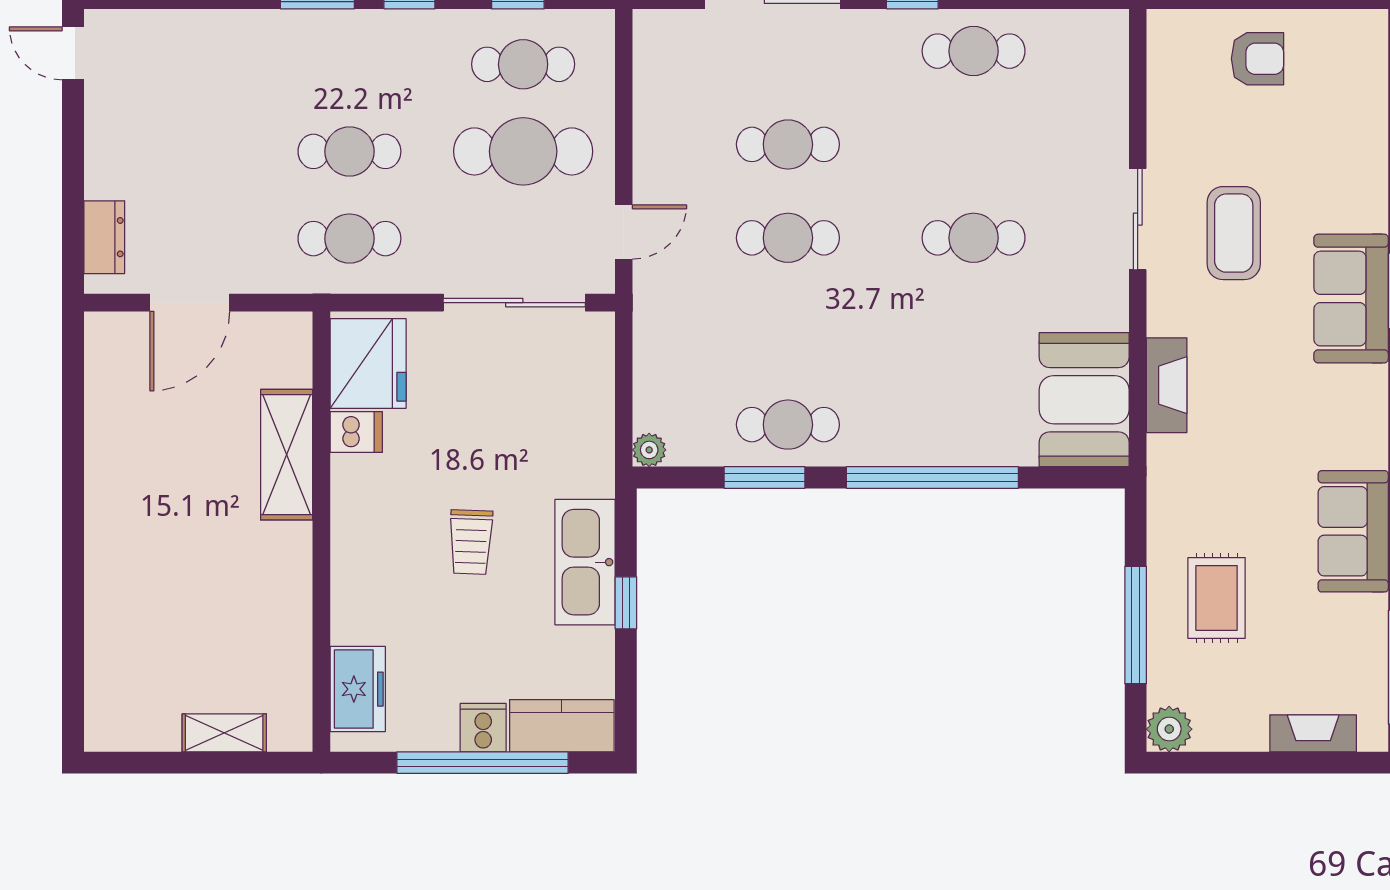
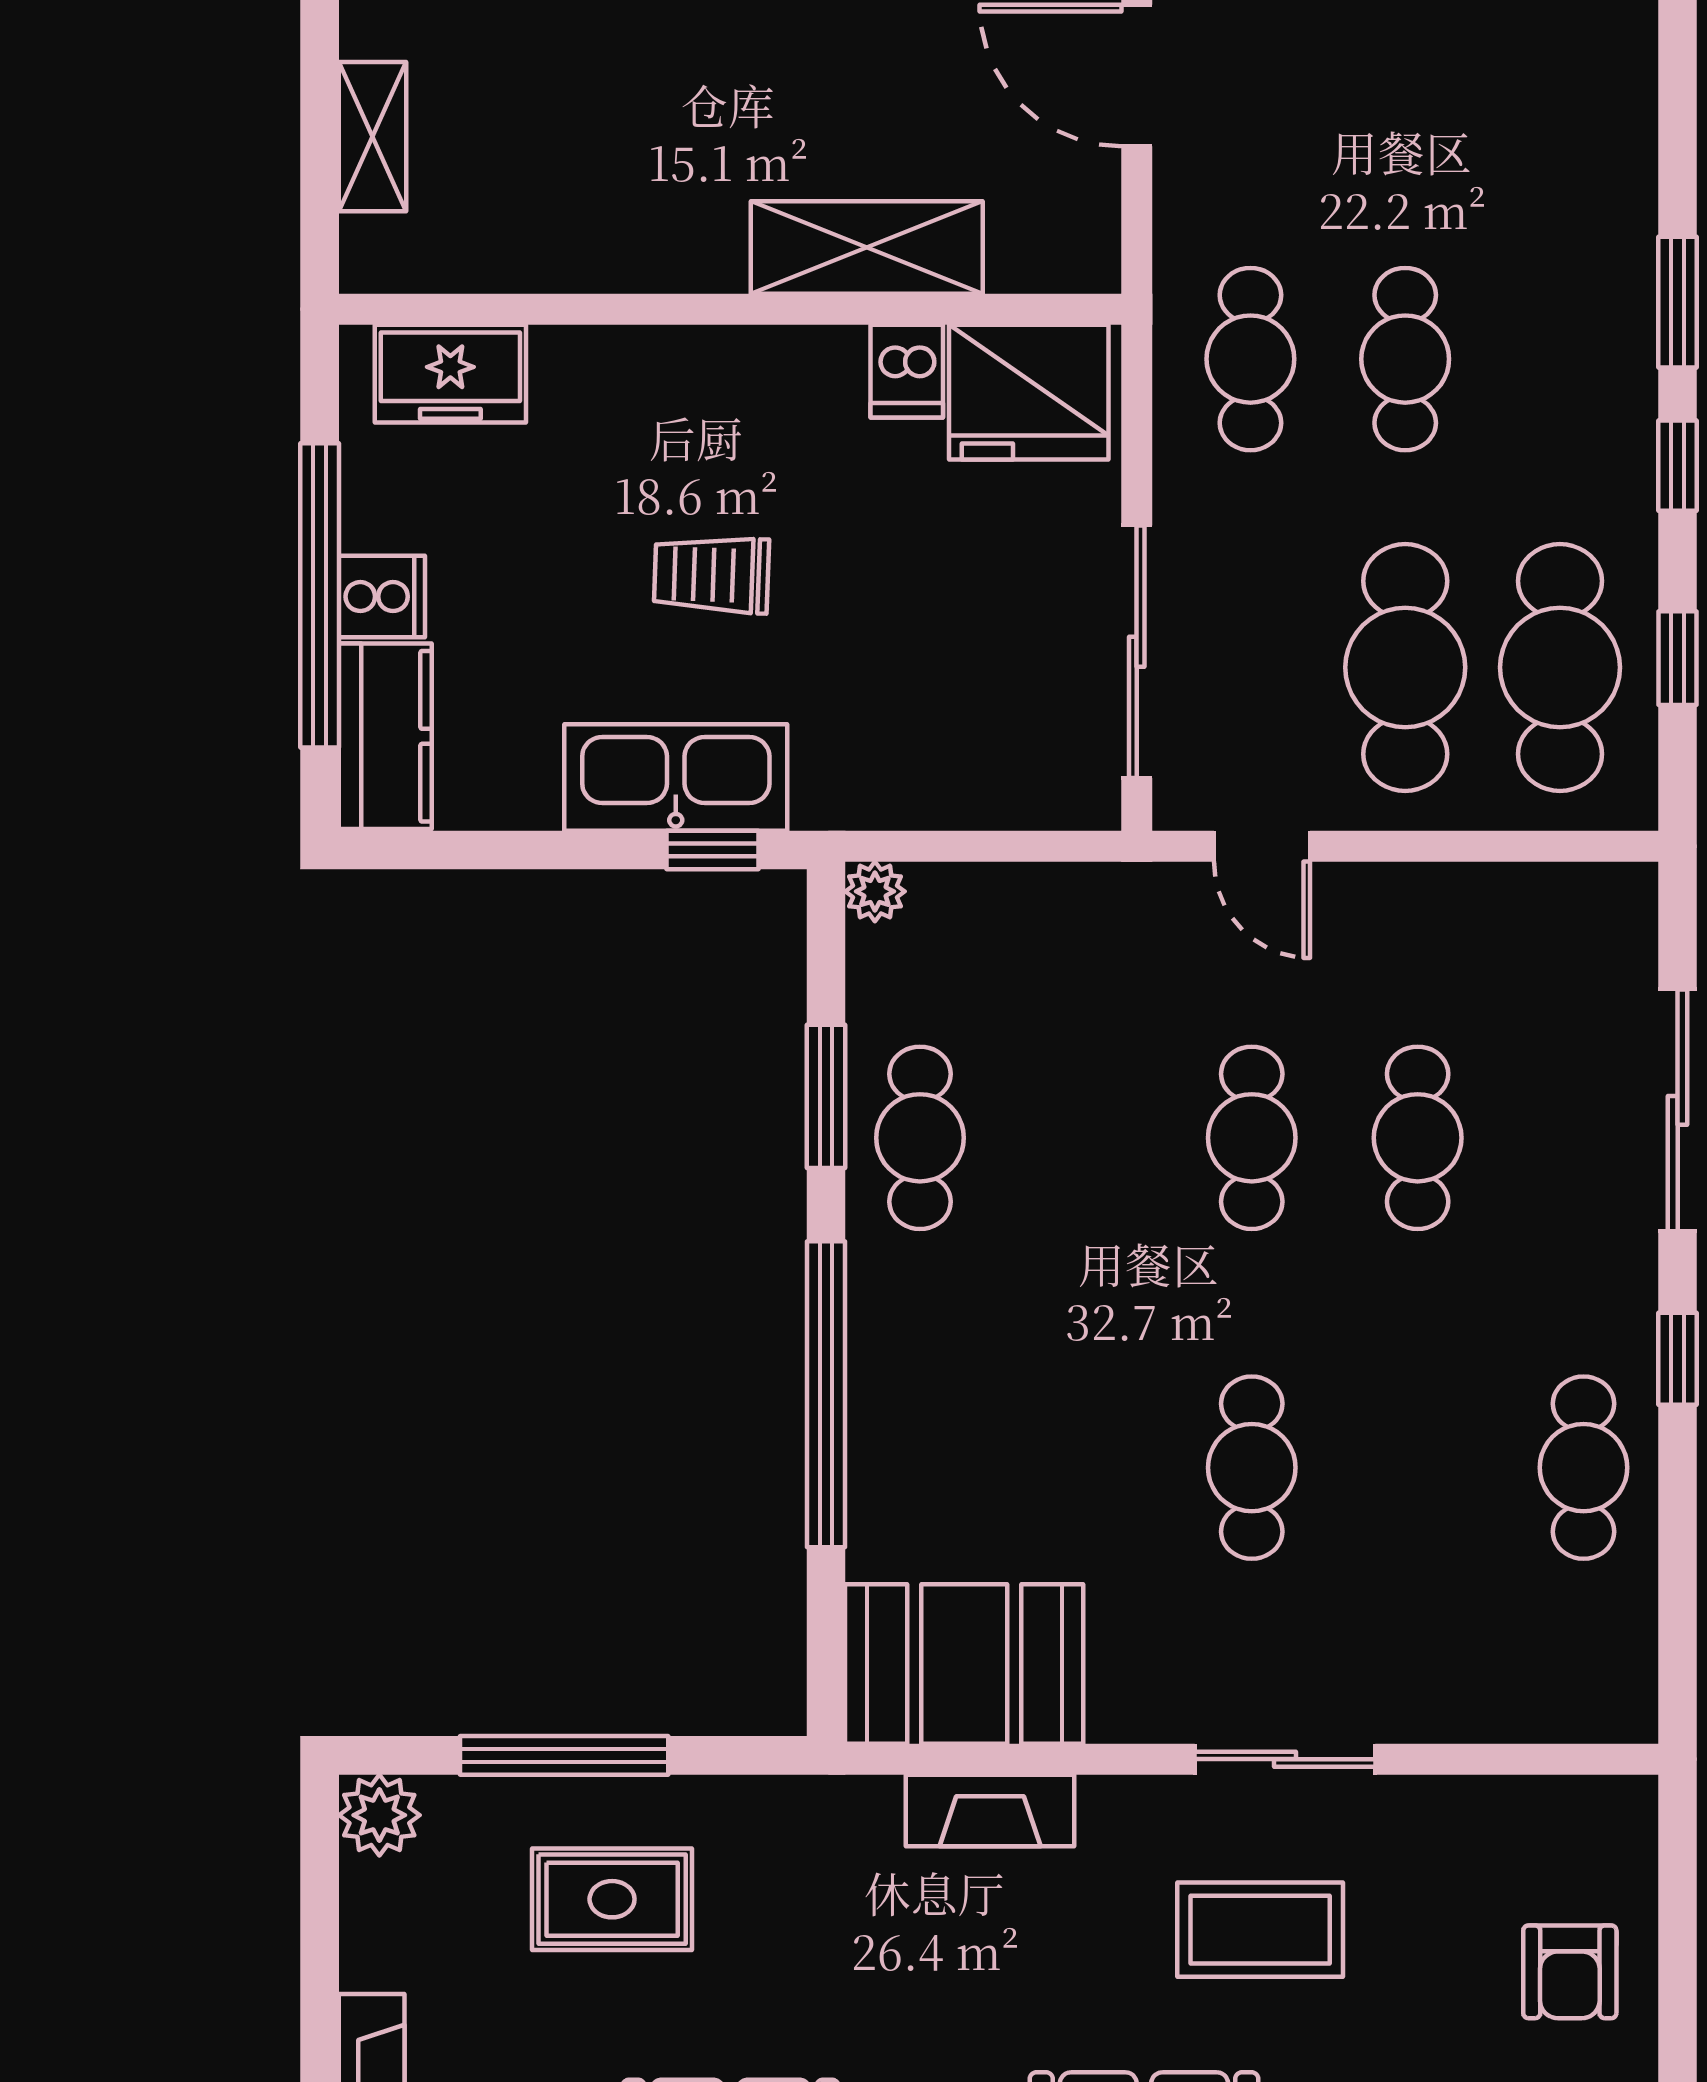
cafe table: (523, 64) -> (1560, 667), width x1.37, depth x1.35
window: (626, 603) -> (712, 850), moved

